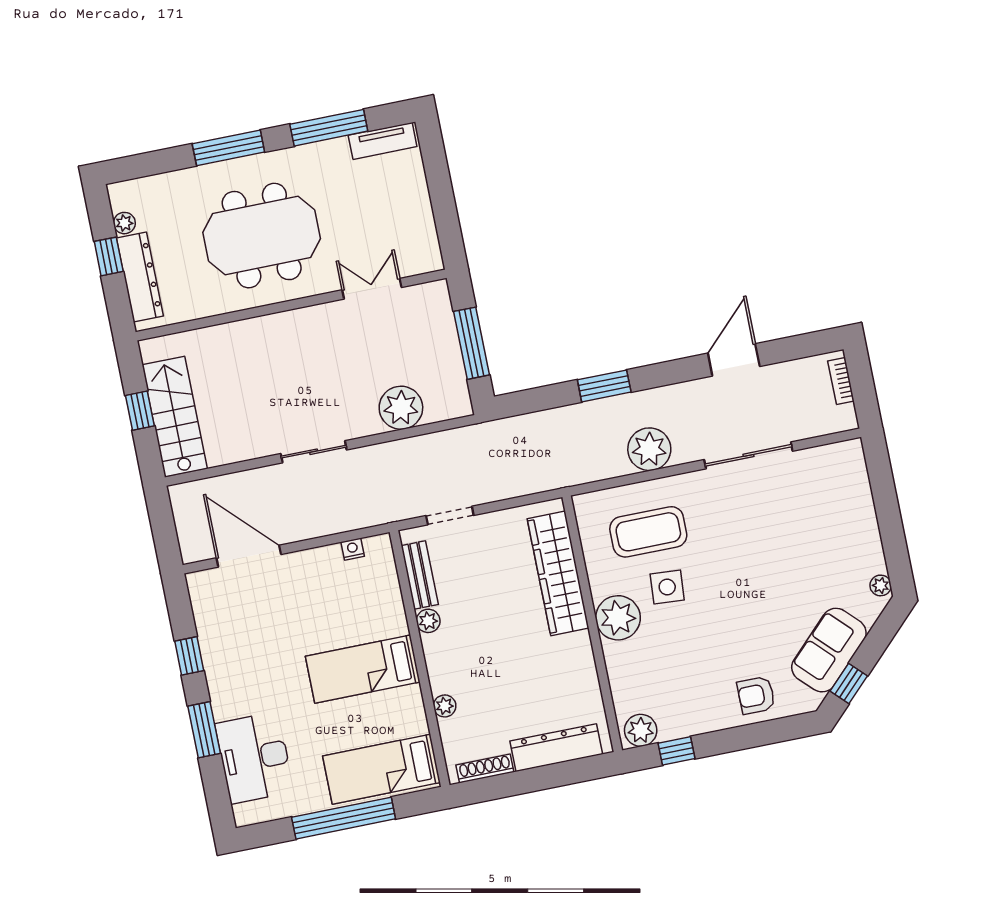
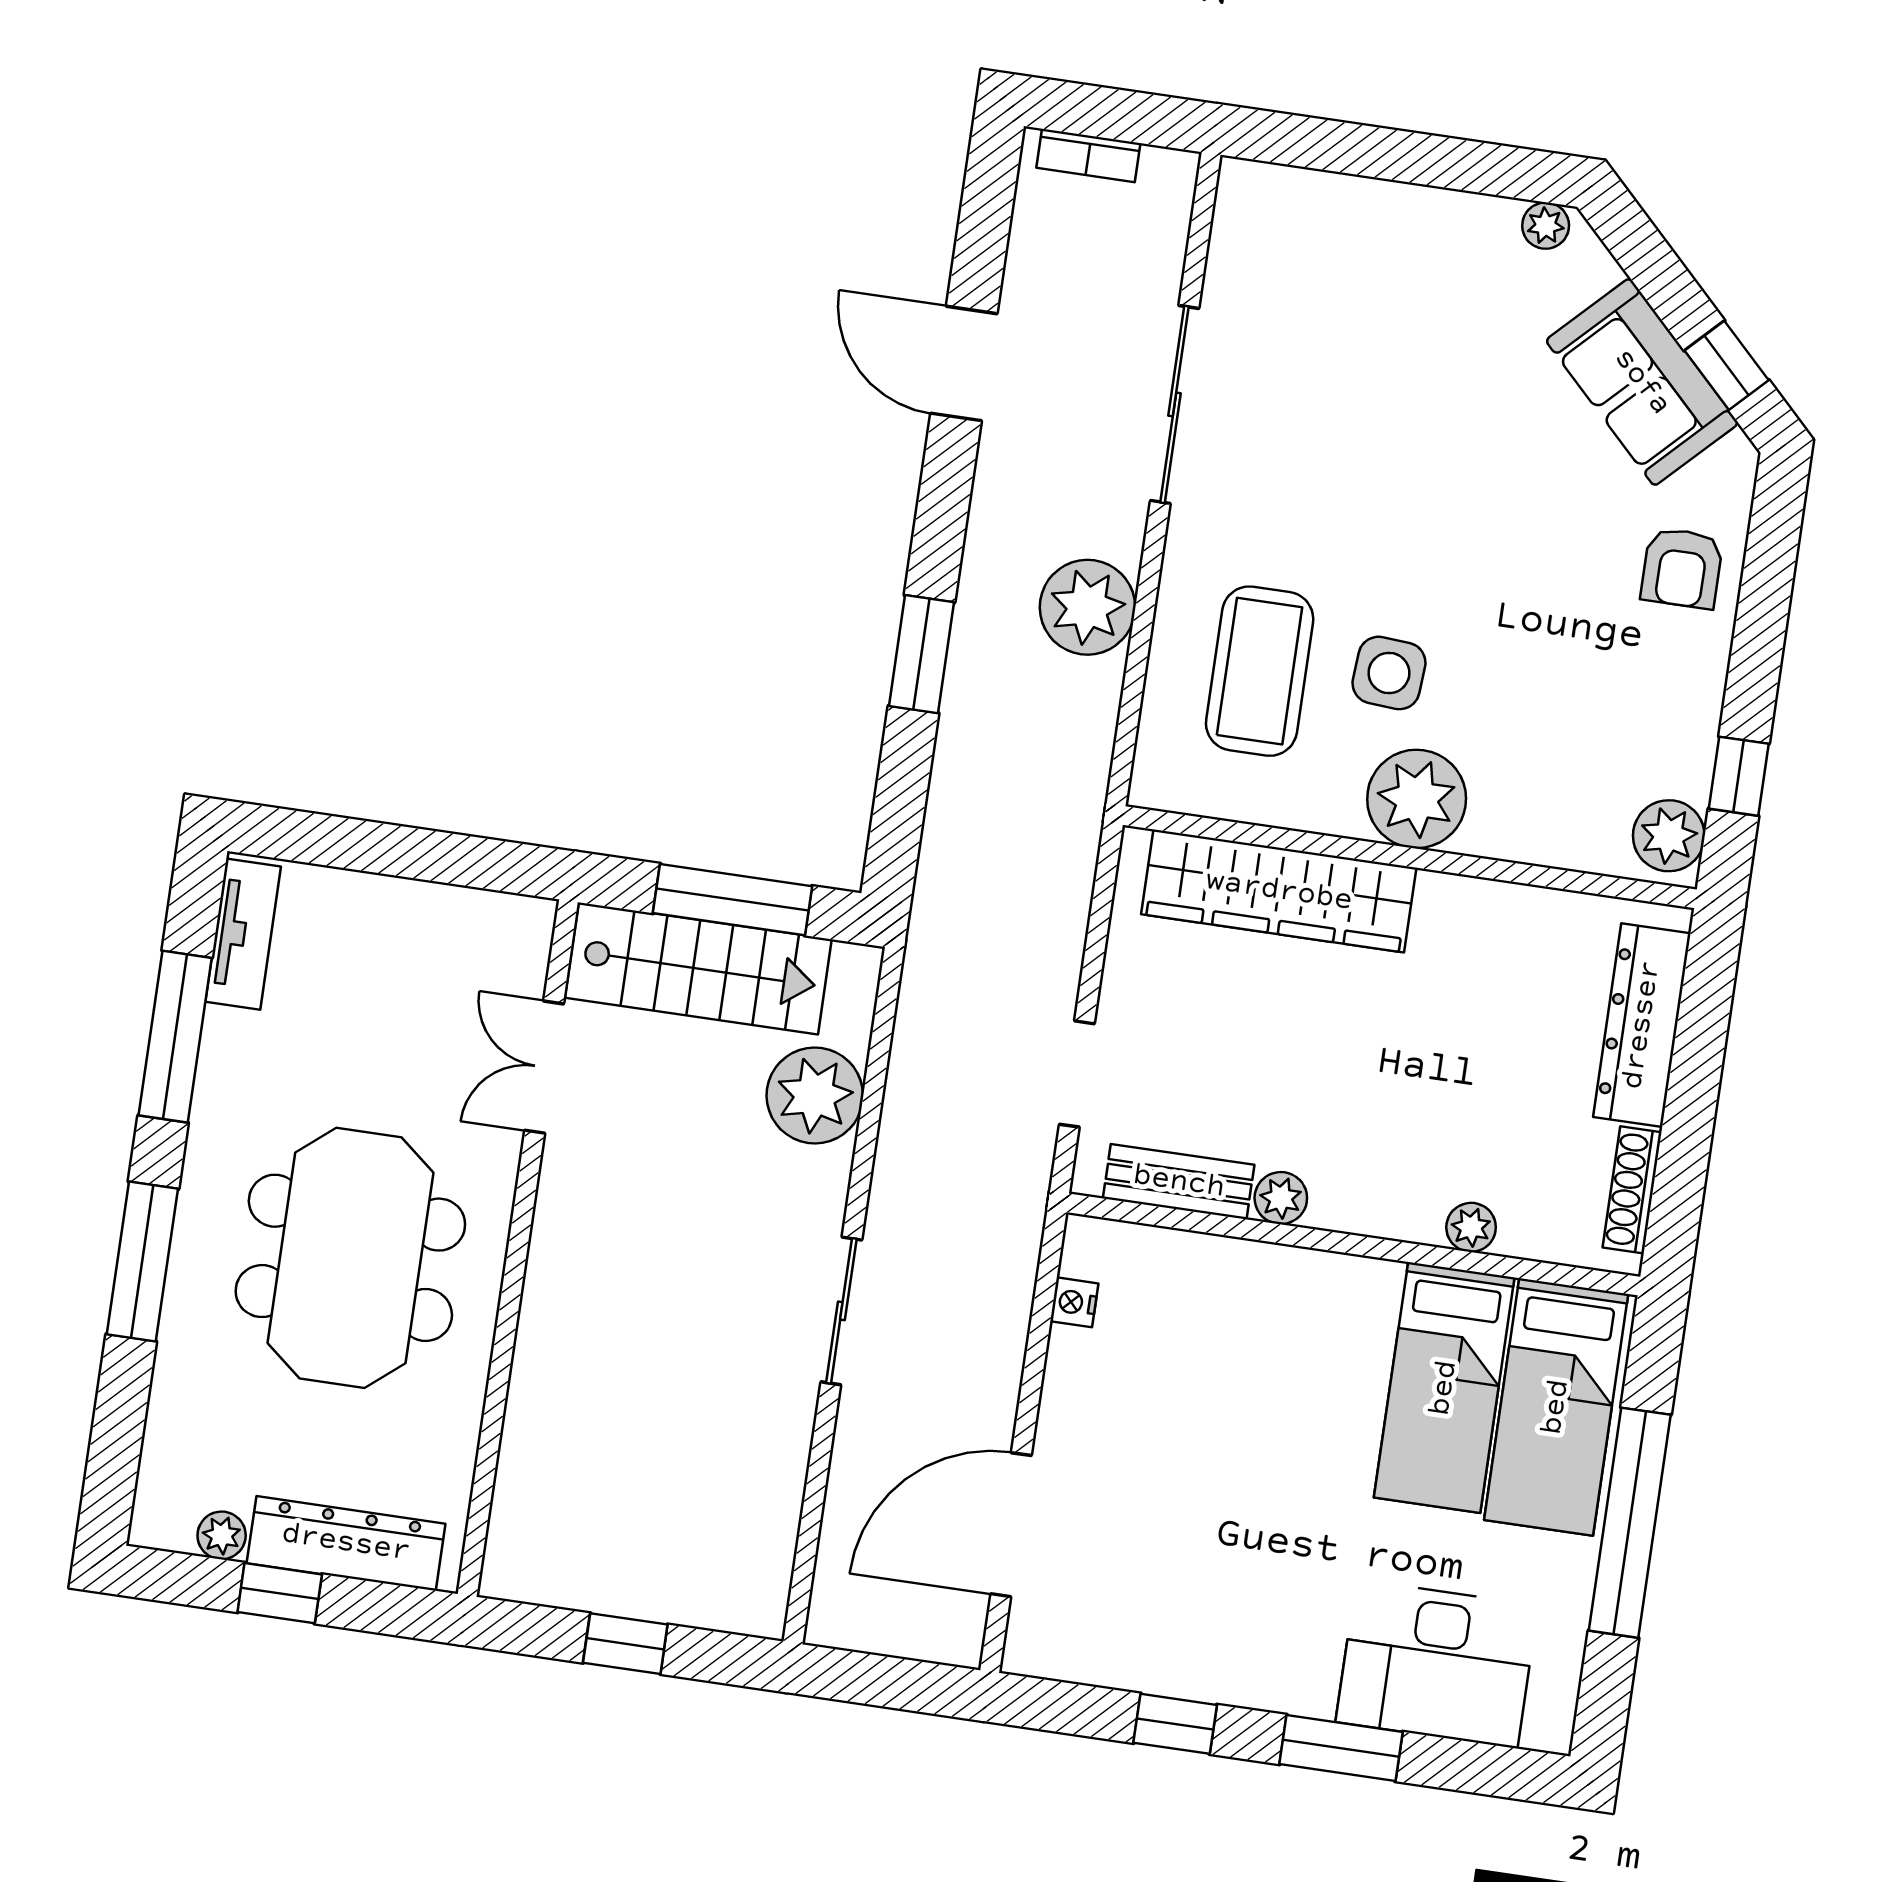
stairs: (175, 417) -> (698, 968), moved, turned 180
bed: (363, 669) -> (1444, 1388), moved

